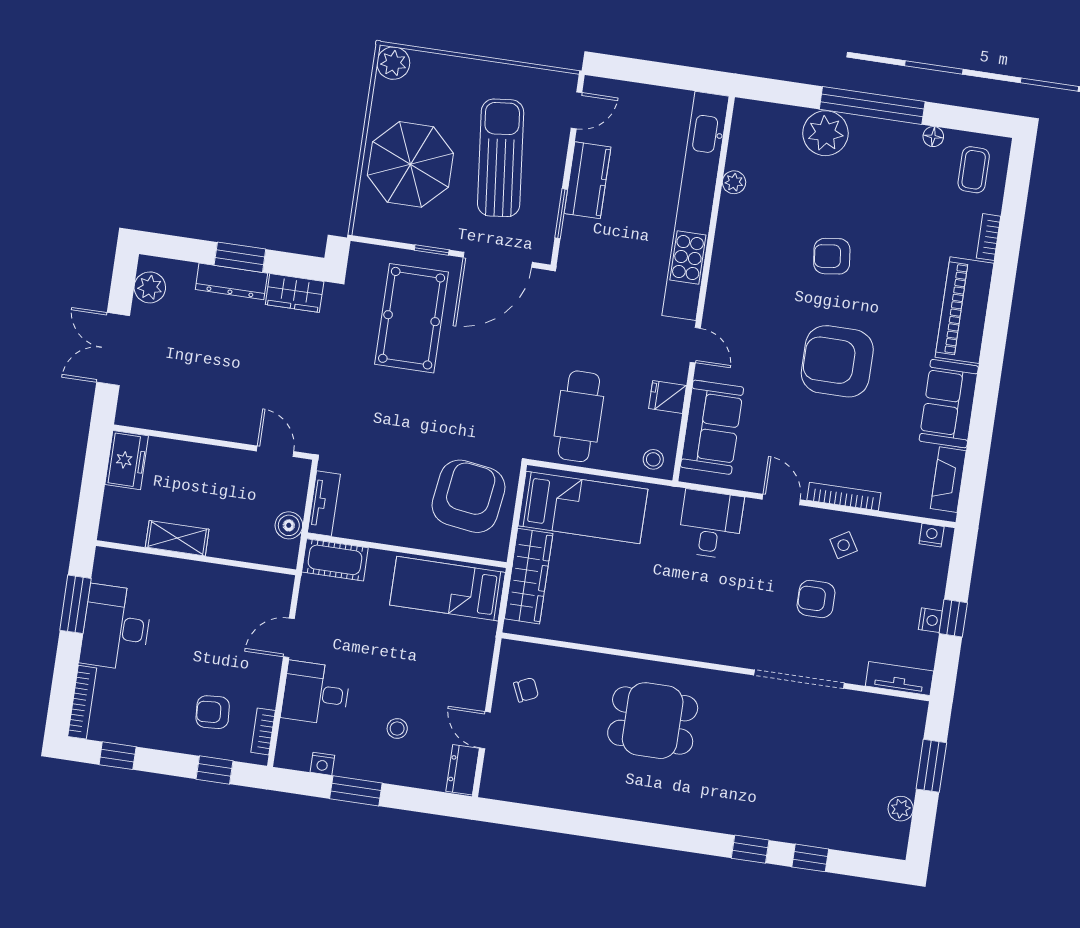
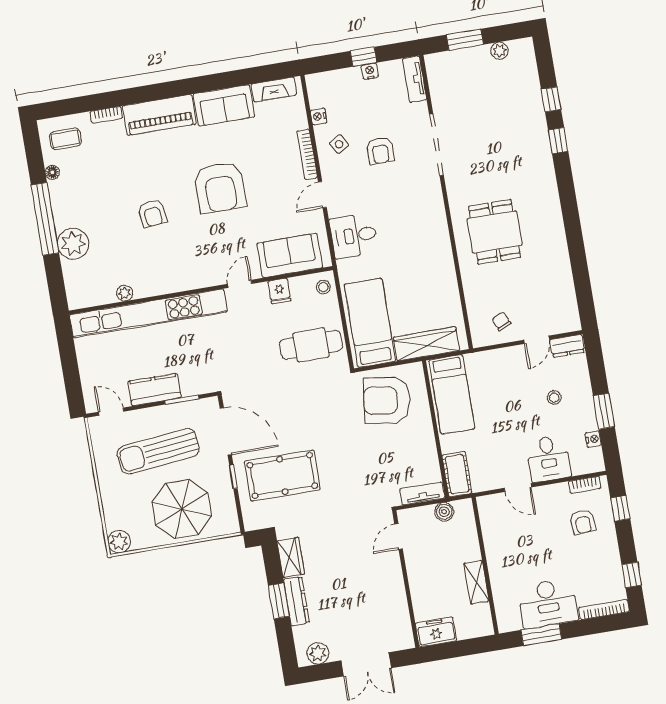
nightstand: (932, 535) -> (319, 116), moved

